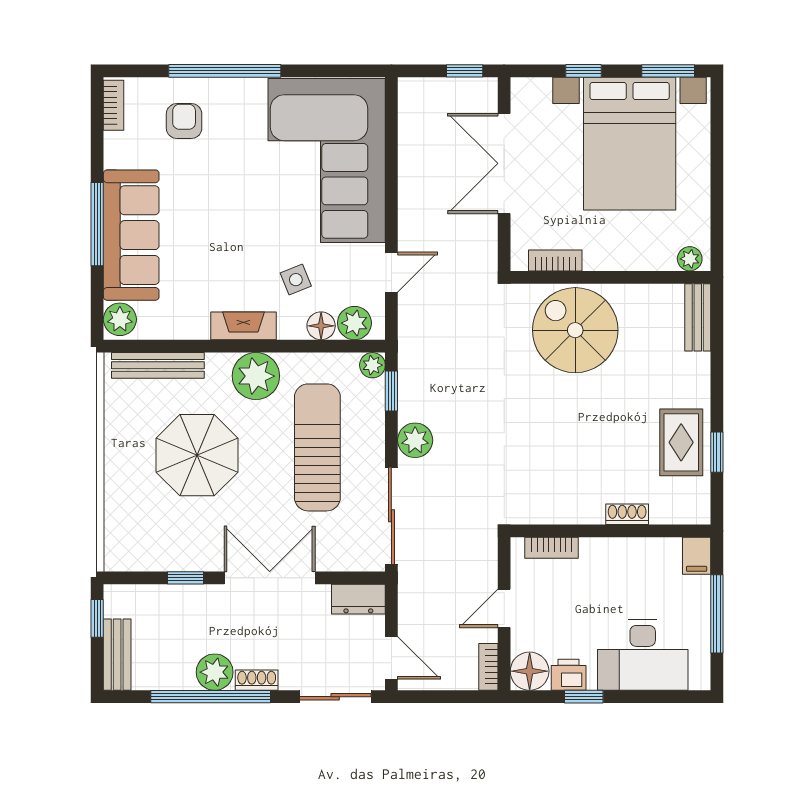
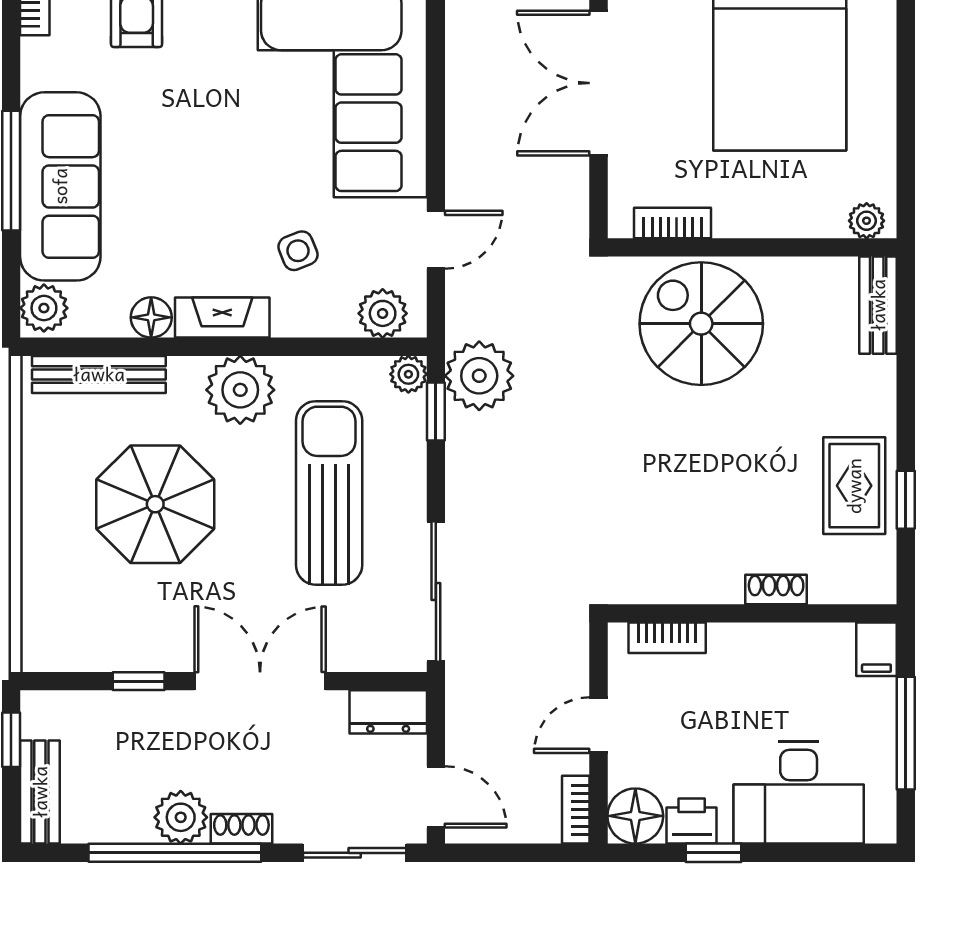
floor lamp: (321, 326) -> (151, 317), moved
plant: (415, 440) -> (479, 376), moved, width x1.36, depth x1.36

